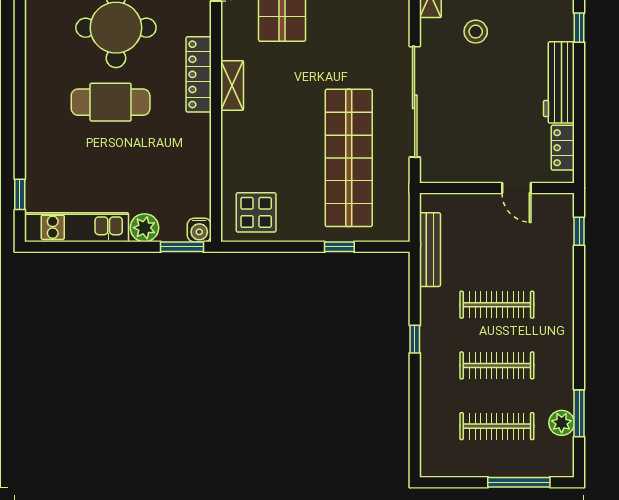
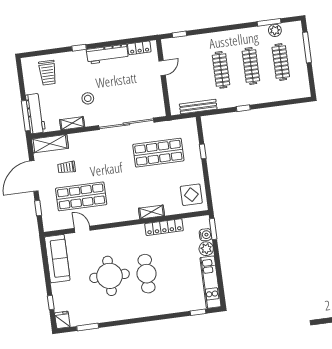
locker: (199, 74) -> (164, 227), moved
shelving: (232, 85) -> (151, 212), moved
shop shelf: (349, 158) -> (158, 153), width x0.71
water cooler: (199, 230) -> (205, 235), moved

